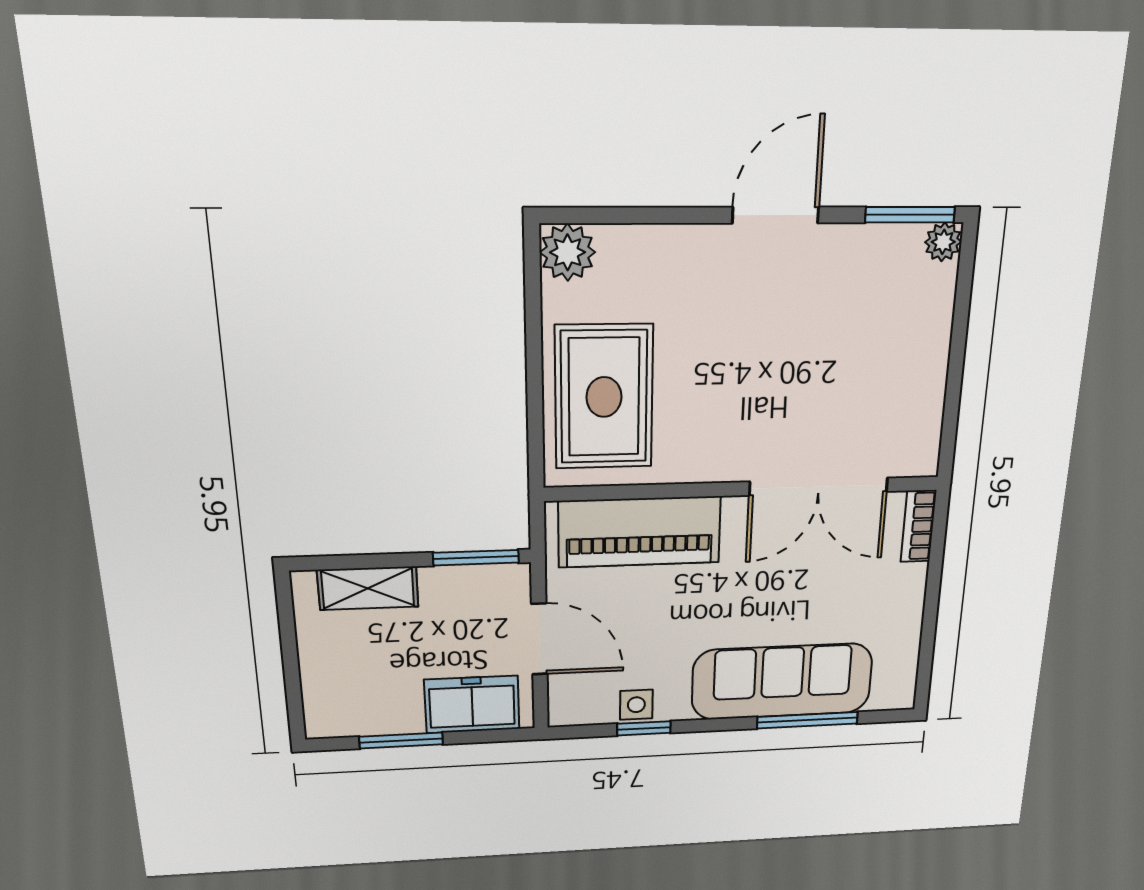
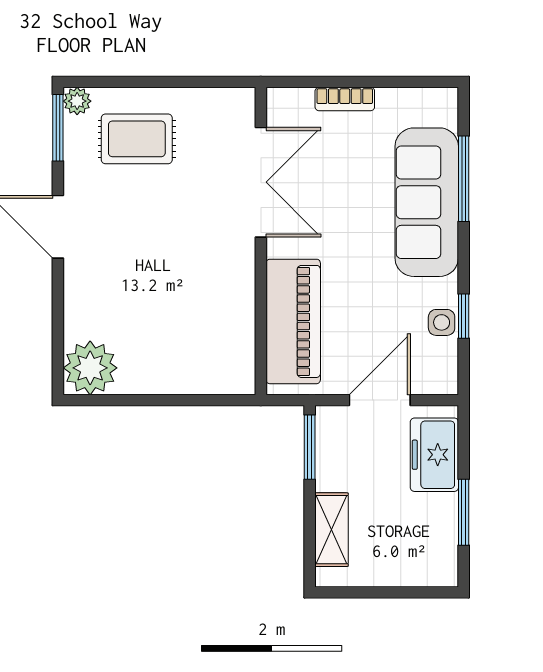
plant: (568, 252) -> (90, 368), width x1.36, depth x1.36
rug: (604, 397) -> (137, 139), moved, width x0.73, depth x0.70
bookcase: (918, 526) -> (345, 99), moved

